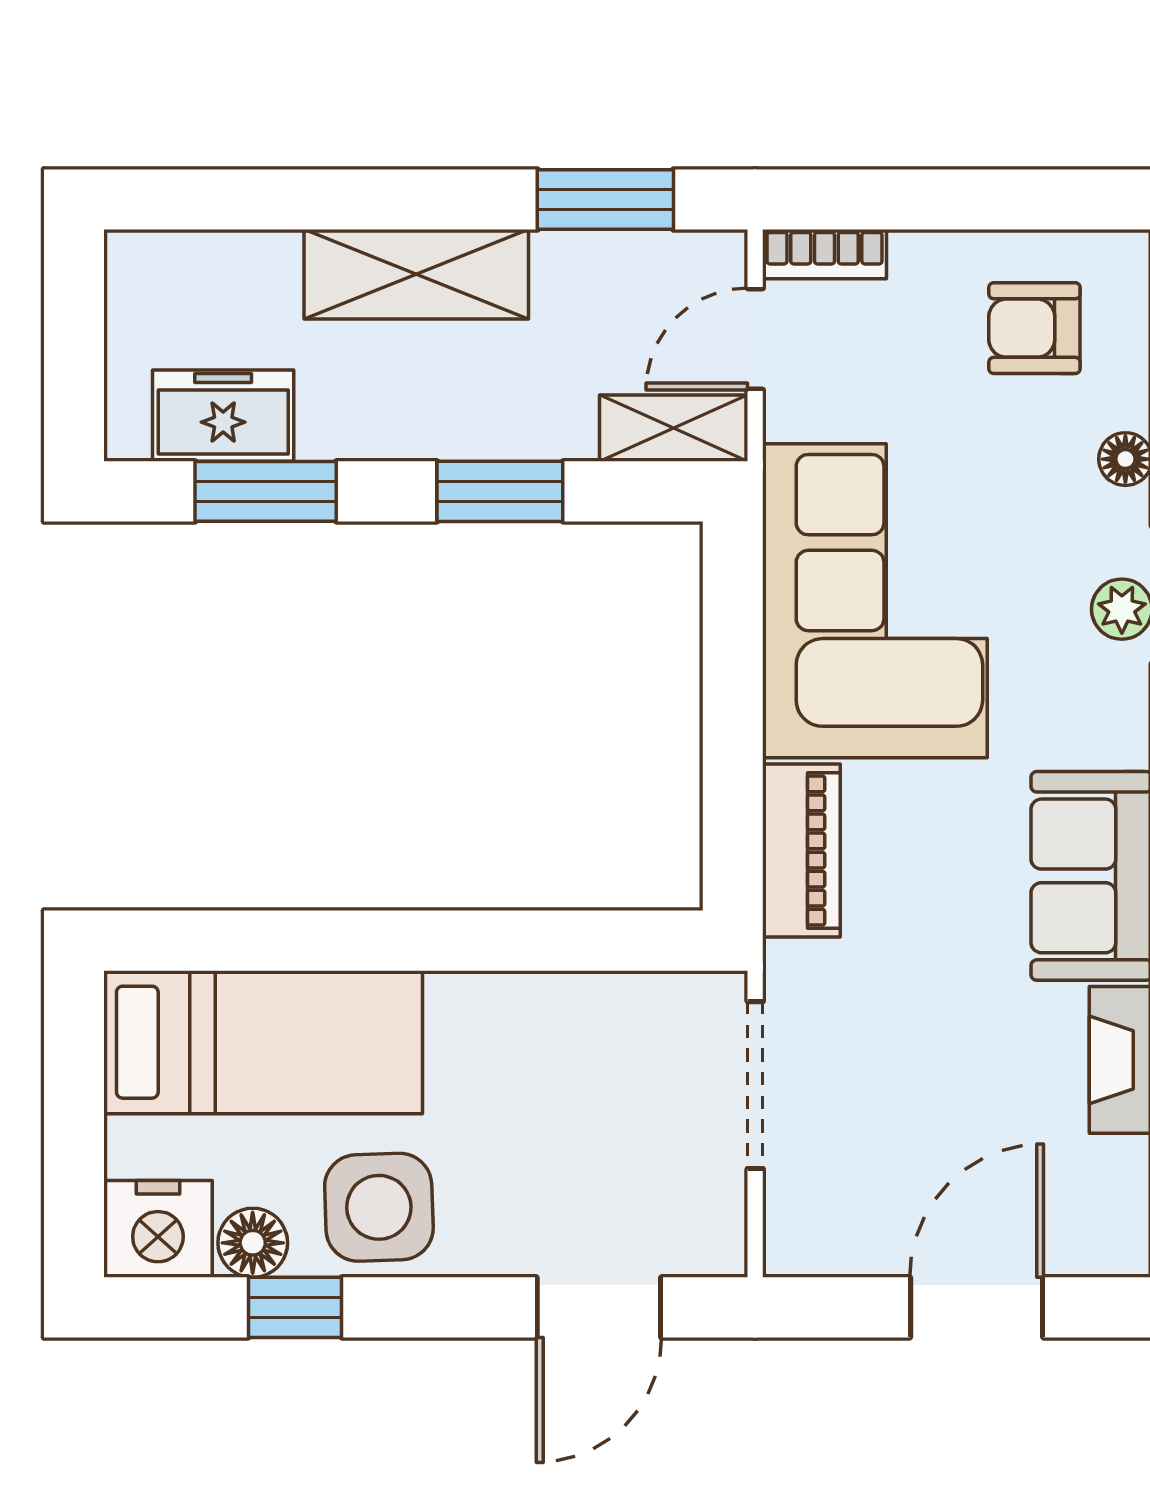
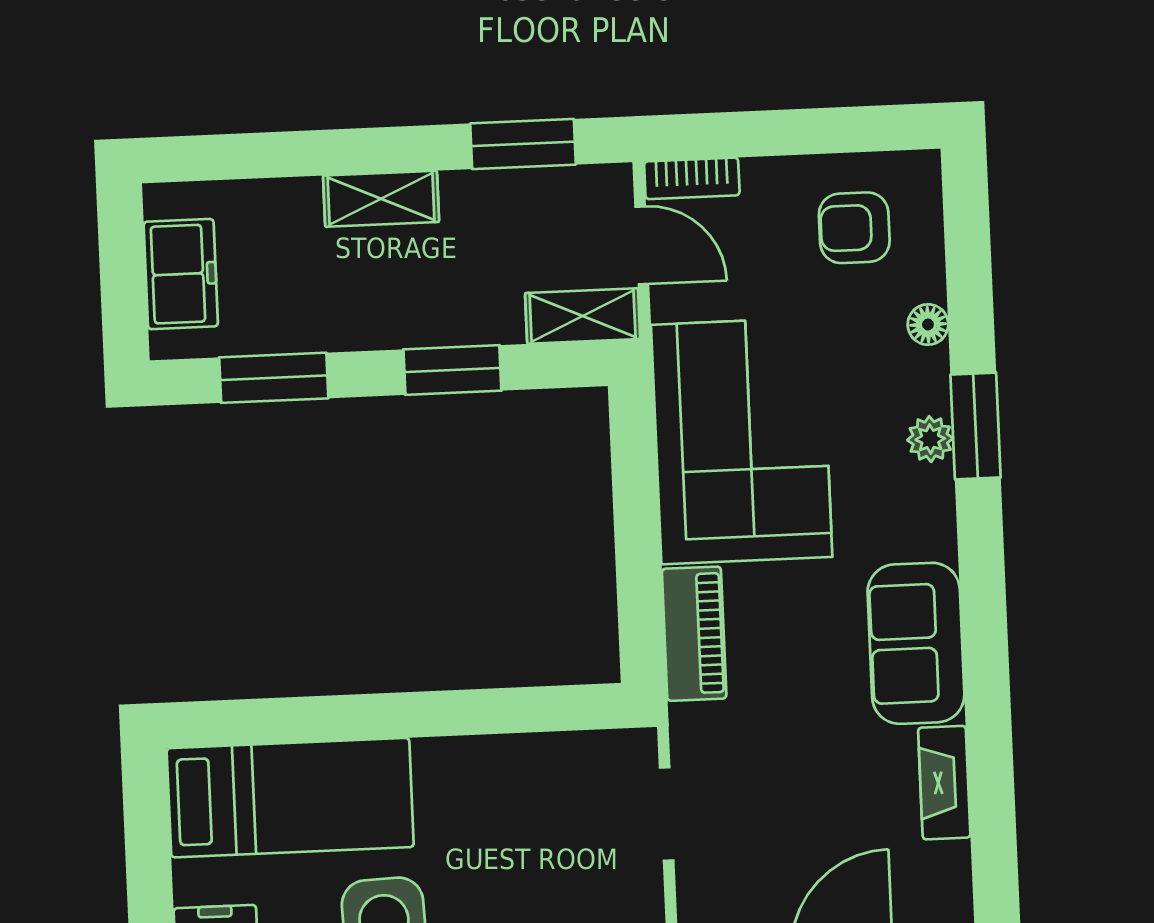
shelving: (416, 274) -> (381, 199), width x0.67, depth x0.75
door: (755, 339) -> (642, 245), swing flipped
freezer: (223, 416) -> (181, 274), moved, turned 90
doorway: (755, 1085) -> (667, 814), width x0.73

